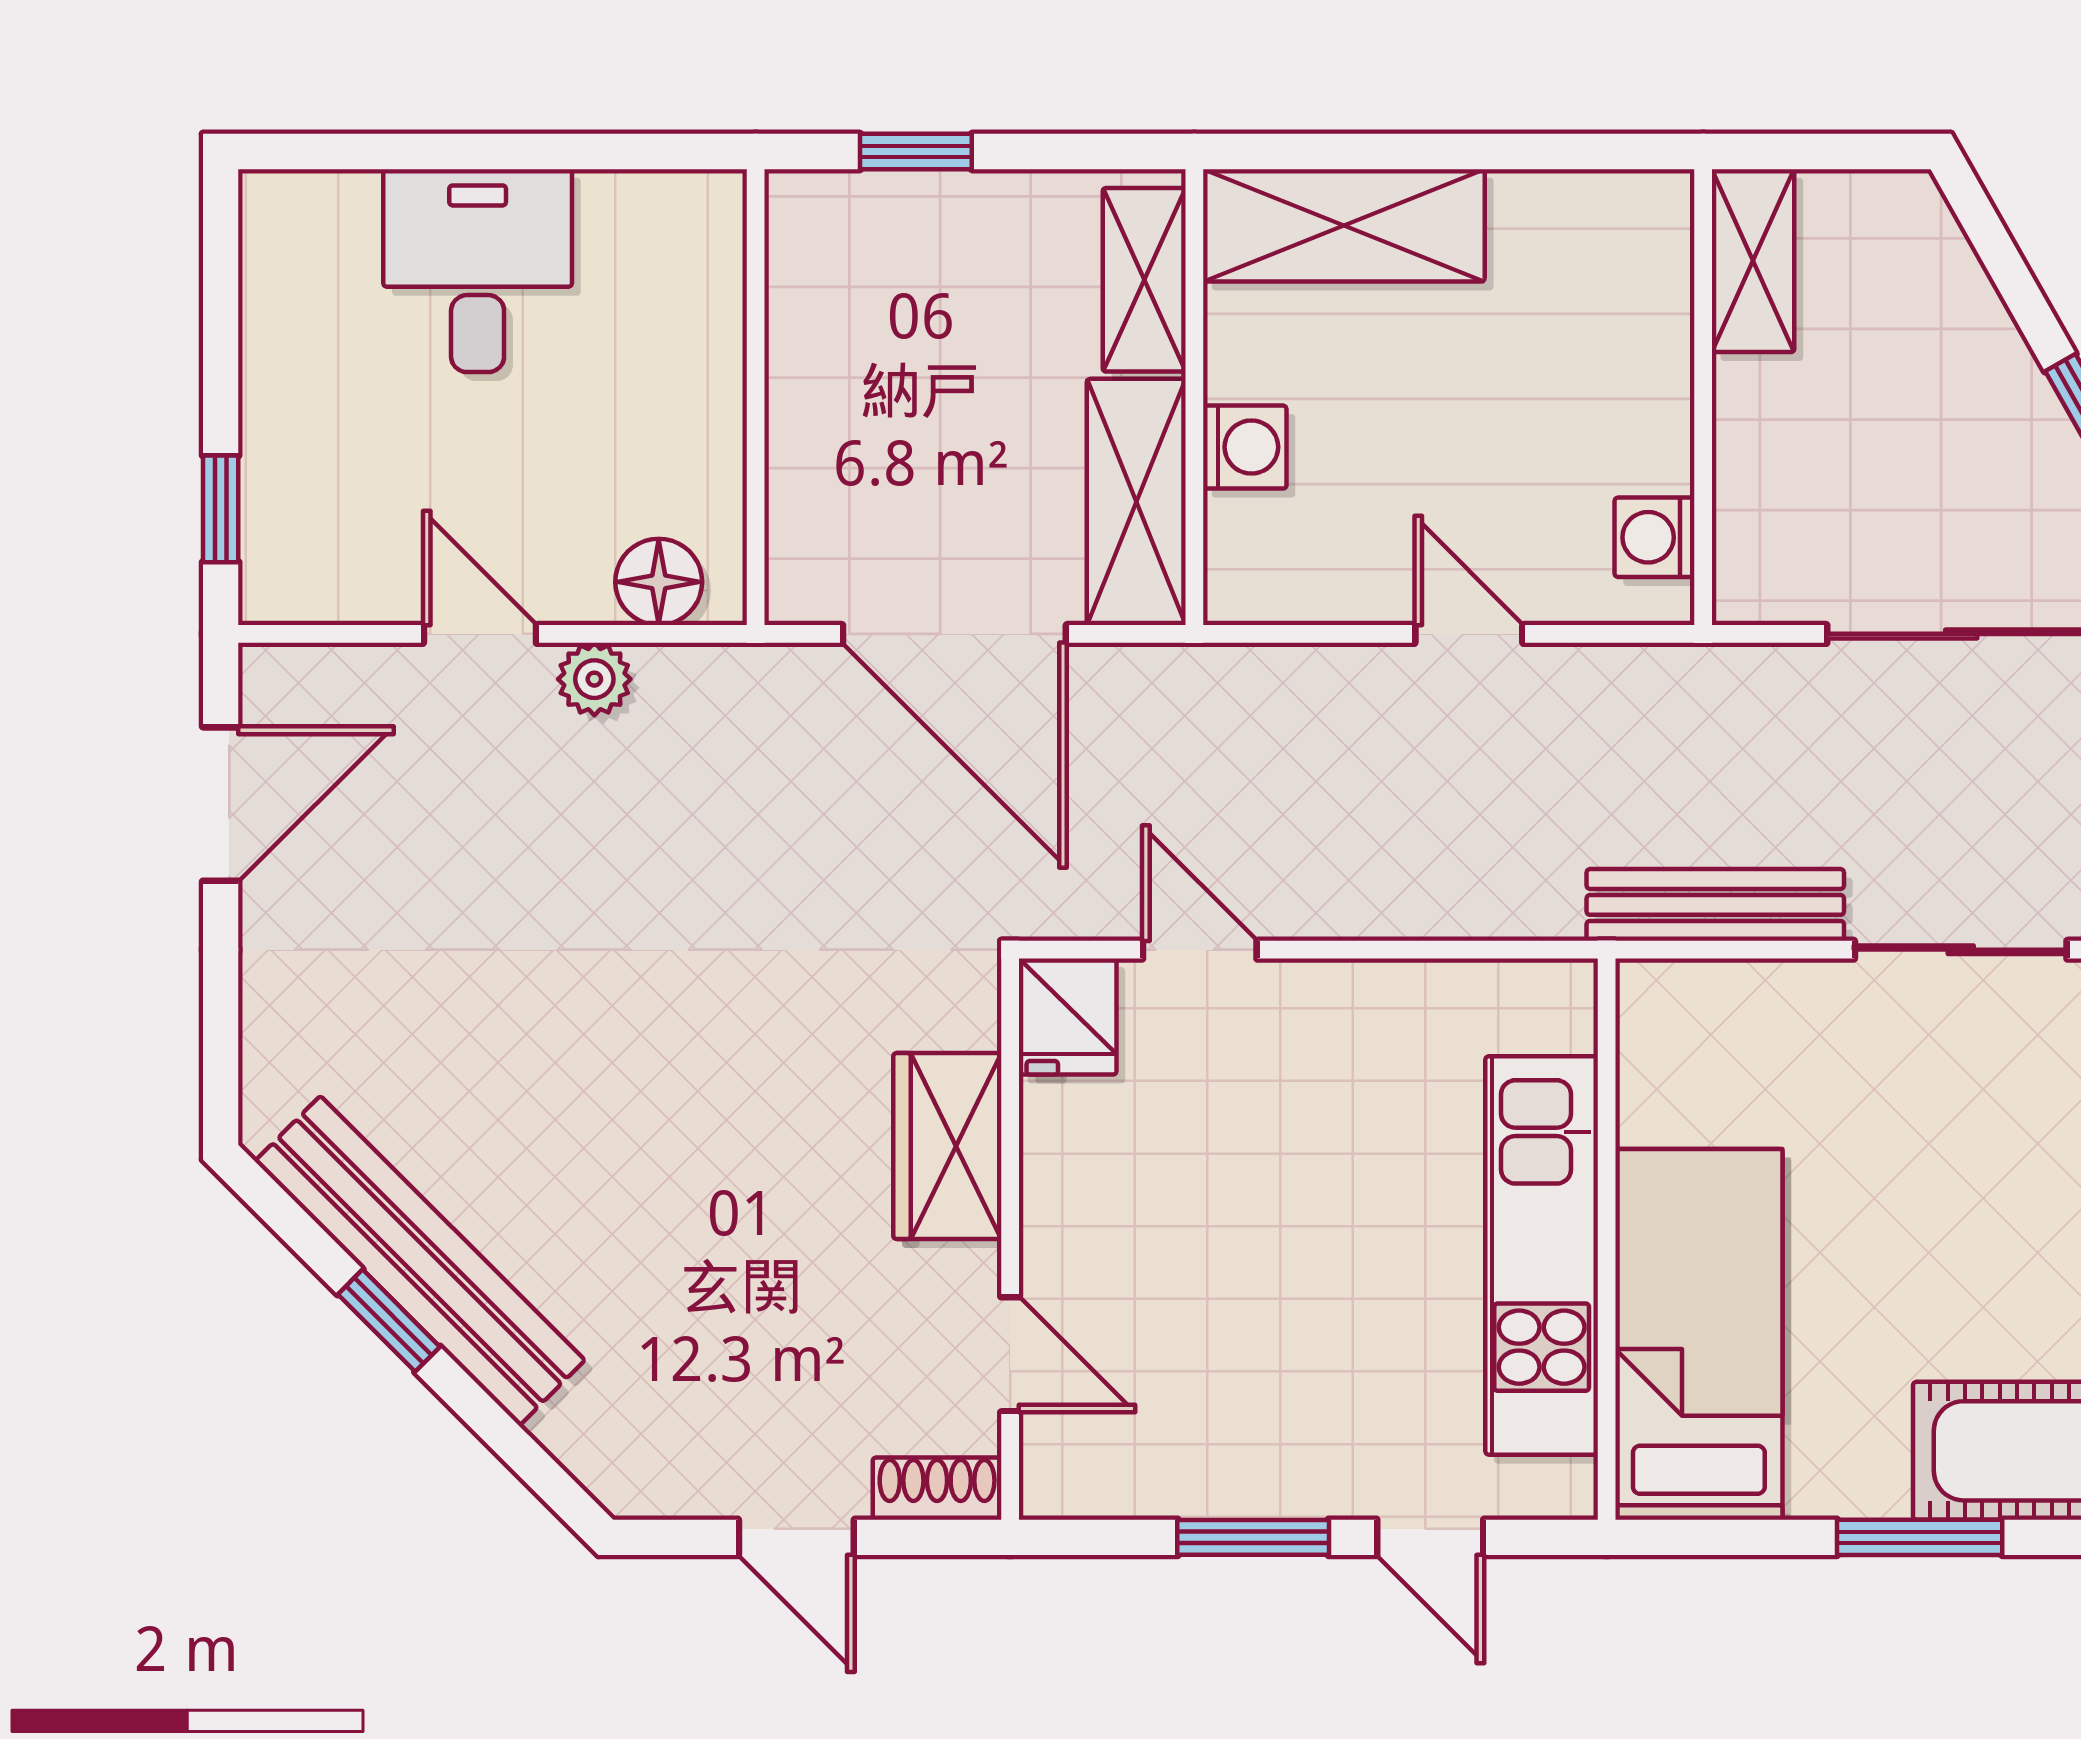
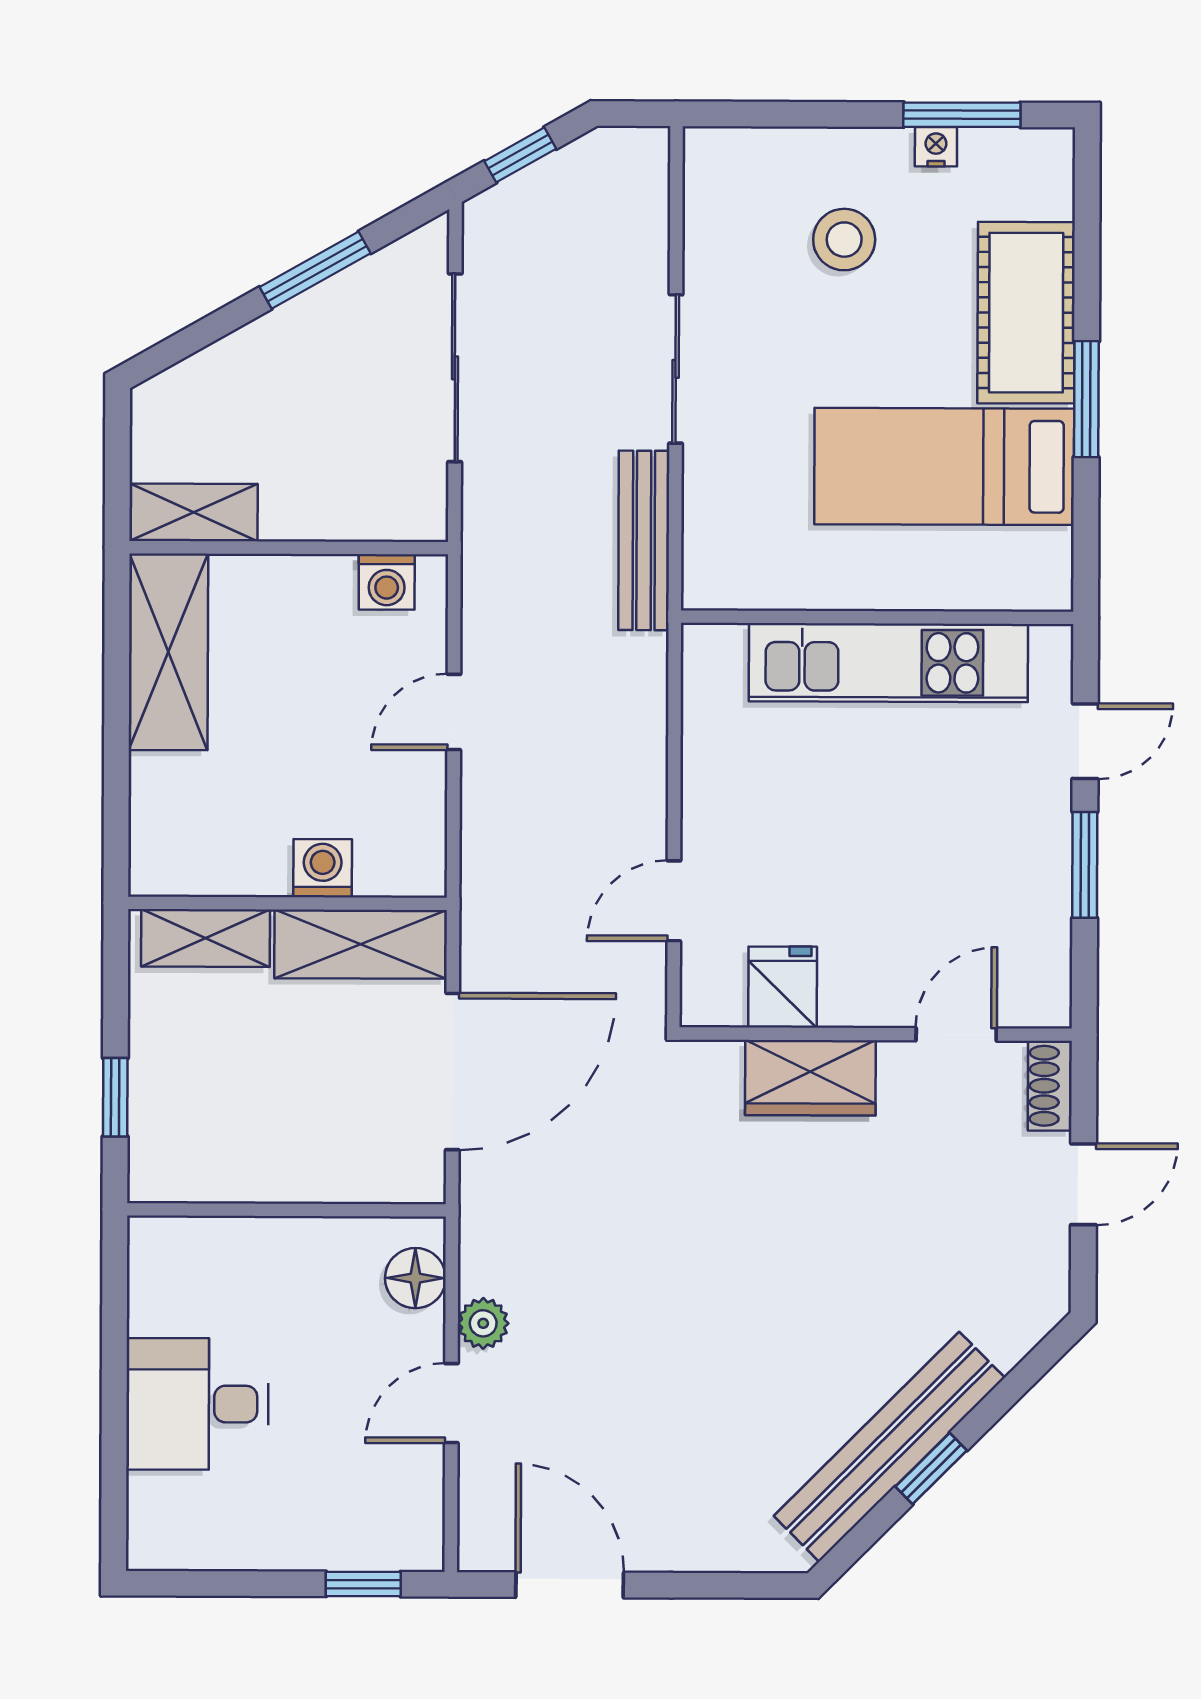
shelving: (1344, 225) -> (168, 652), moved
fridge: (1068, 1017) -> (783, 987), moved, turned -90
bed: (1699, 1334) -> (944, 466), moved

